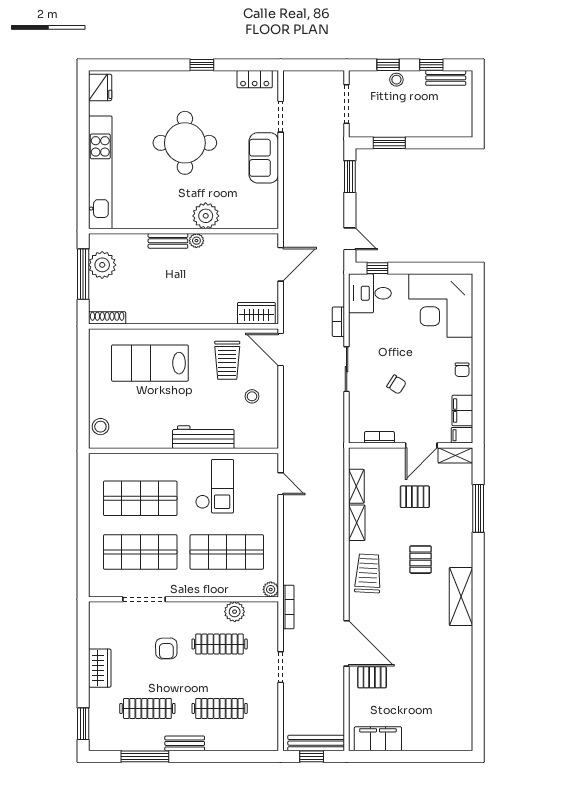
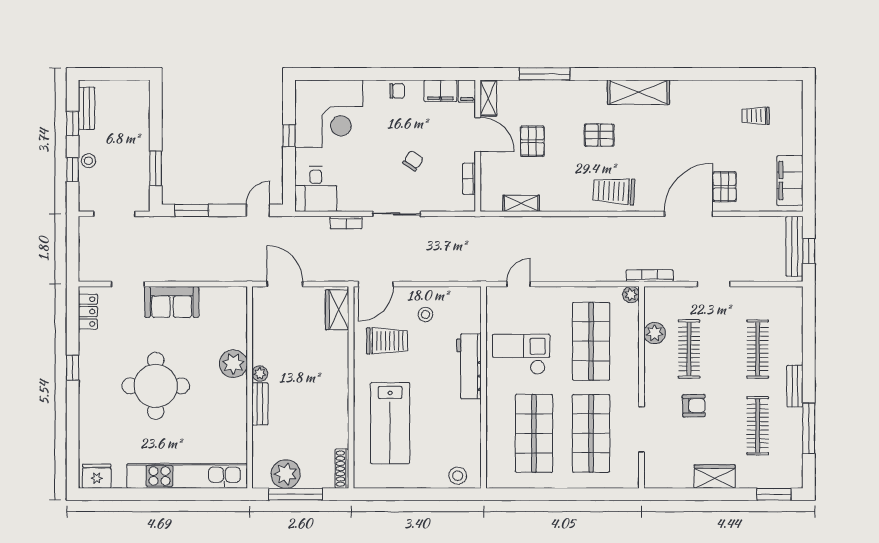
window: (377, 268) -> (289, 136), moved
shelving: (357, 523) -> (560, 203), removed
trolley: (439, 707) -> (756, 116), added

